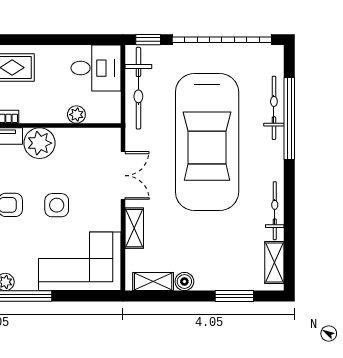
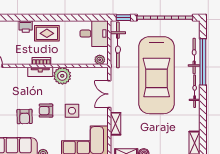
plant: (76, 115) -> (100, 60), moved
double door: (123, 176) -> (109, 94), swing flipped
bicycle: (275, 211) -> (195, 91), moved

